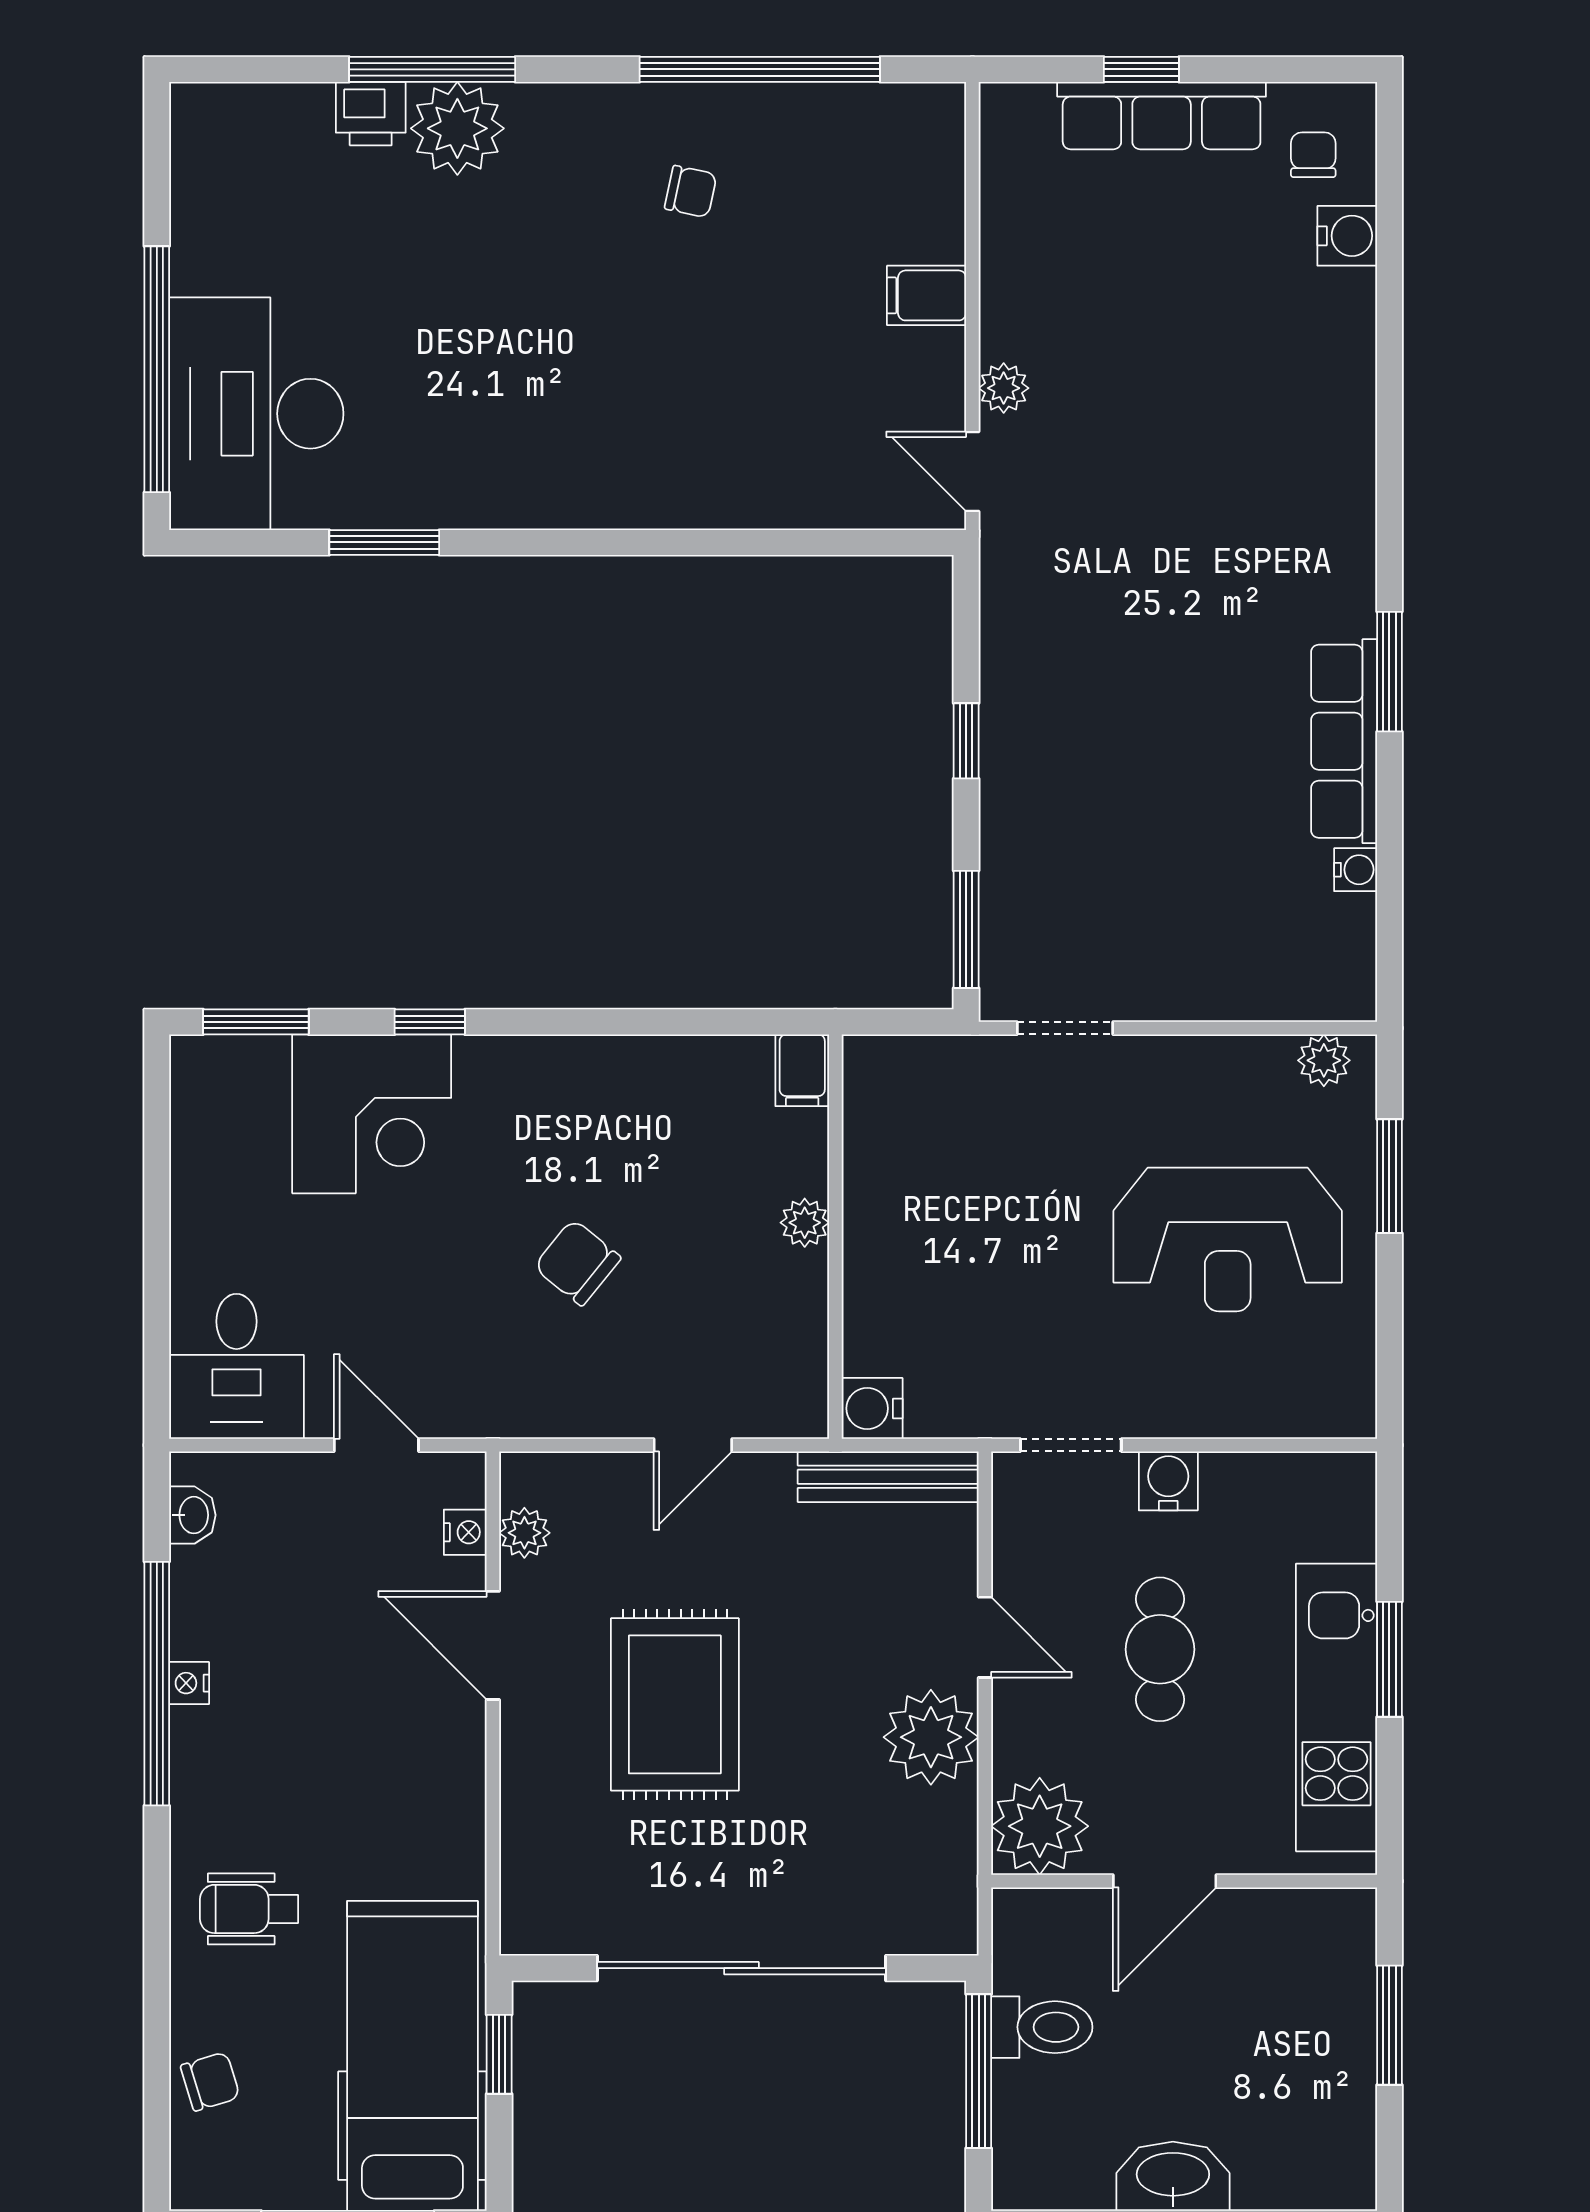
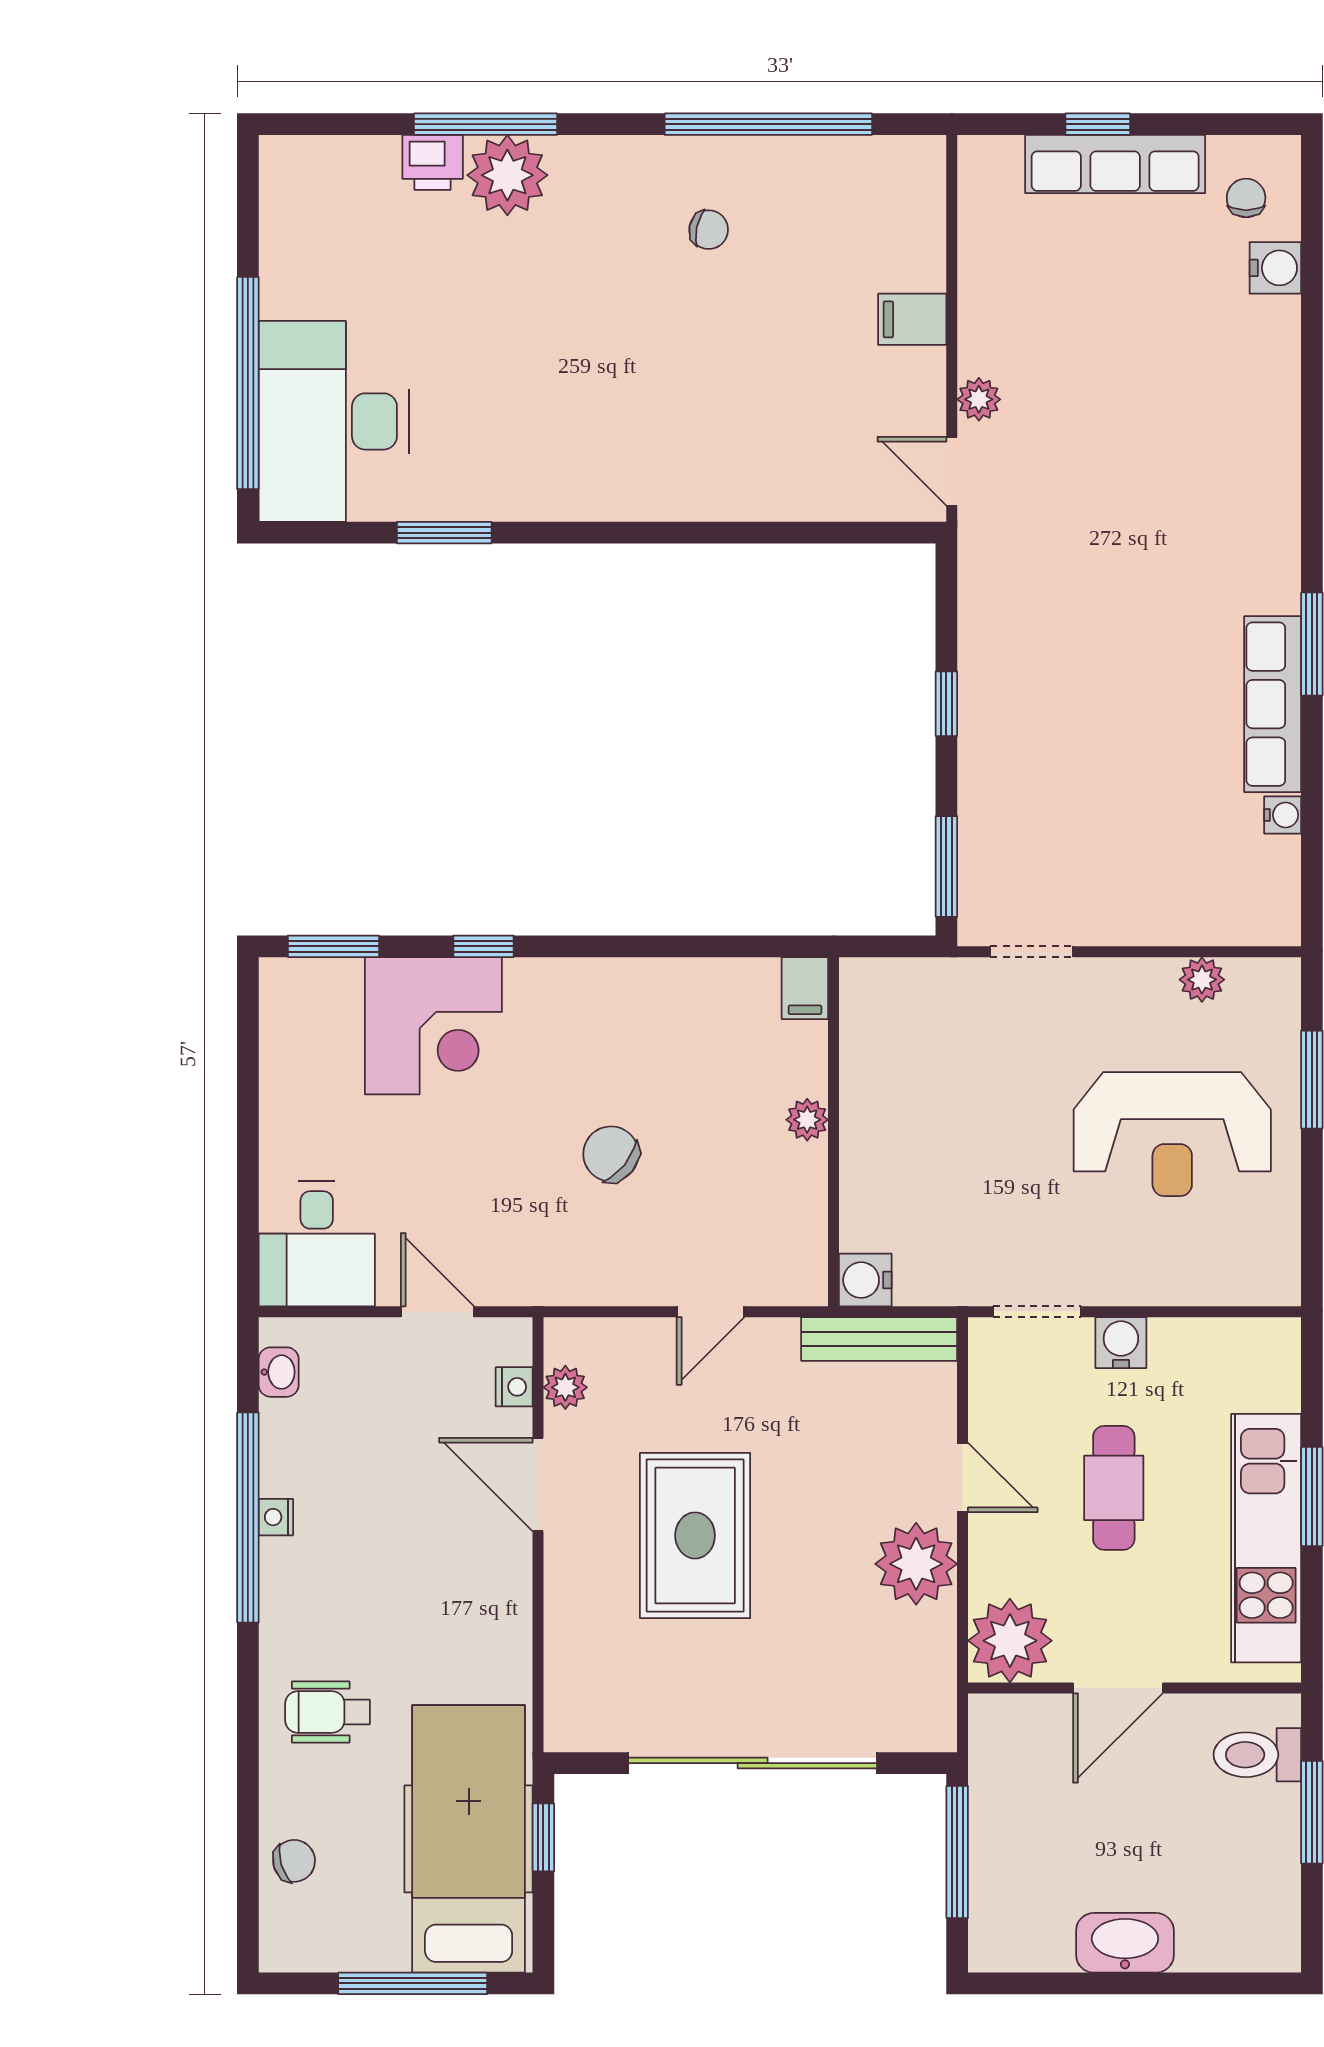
plant: (1324, 1060) -> (1202, 980), moved
toilet: (1042, 2027) -> (1257, 1755), moved, turned 180

